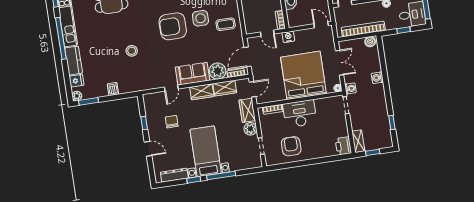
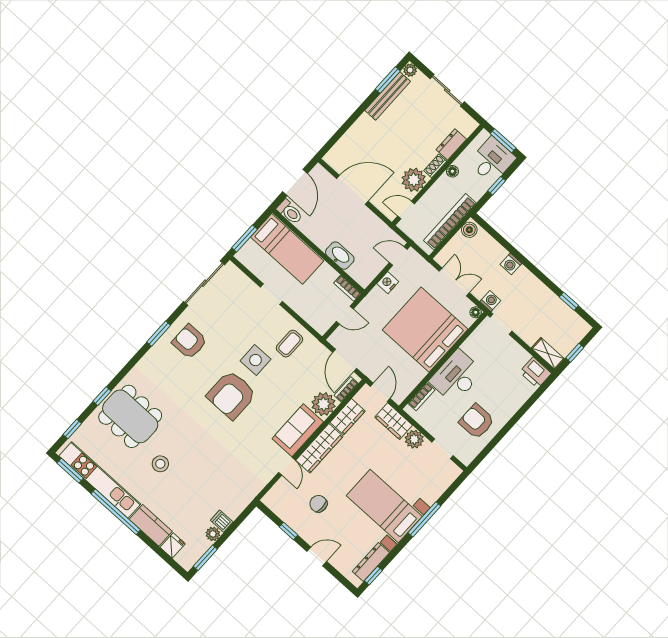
nightstand: (288, 37) -> (388, 283), moved
stool: (132, 51) -> (160, 464), moved
wardrobe: (202, 92) -> (319, 448), width x1.50
plant: (77, 96) -> (213, 534), moved
window: (194, 180) -> (373, 576), moved

